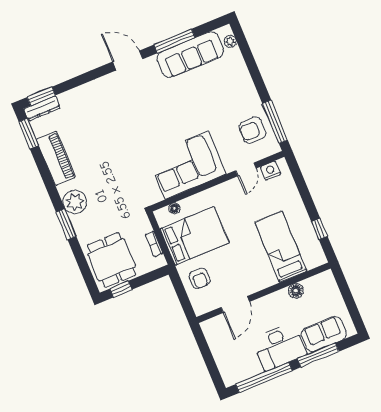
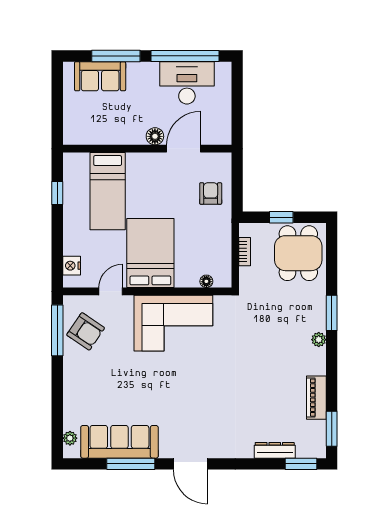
dresser: (42, 108) -> (275, 450), moved
armchair: (253, 130) -> (86, 331), turned 34
piano: (56, 158) -> (316, 398), width x0.73, depth x0.75
nightstand: (271, 171) -> (72, 266), moved, turned 90
plant: (75, 202) -> (319, 340), width x0.53, depth x0.53
bed: (195, 236) -> (150, 253), moved, turned 90
window: (121, 289) -> (281, 217), moved
floor lamp: (296, 291) -> (155, 136), moved
desk: (279, 346) -> (187, 83), moved

